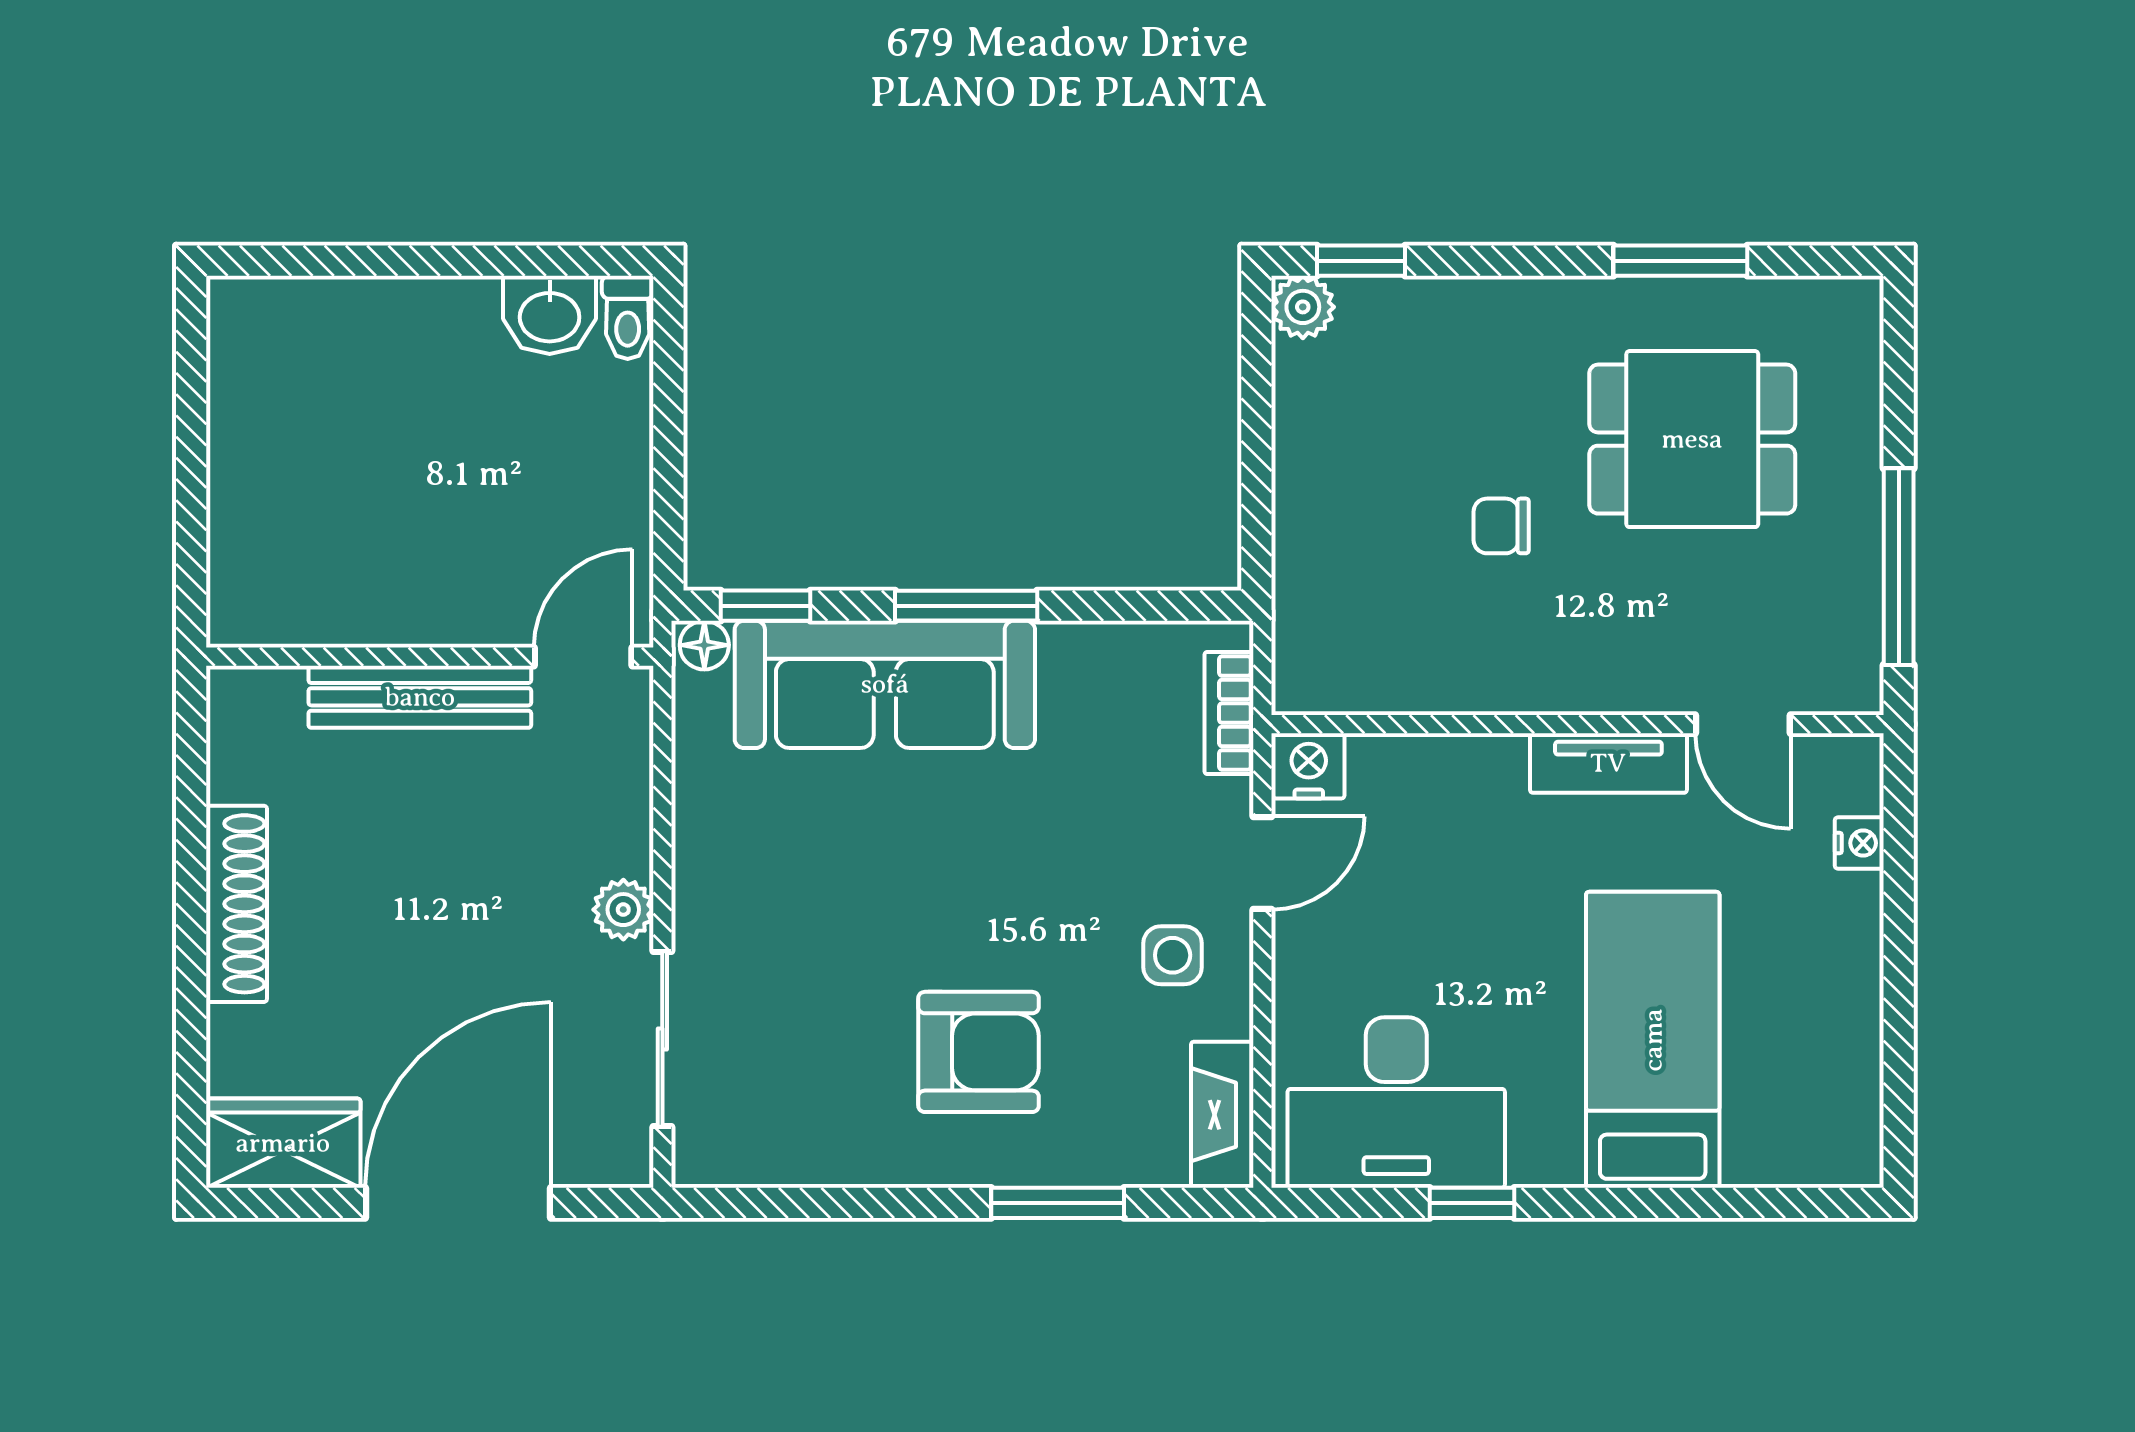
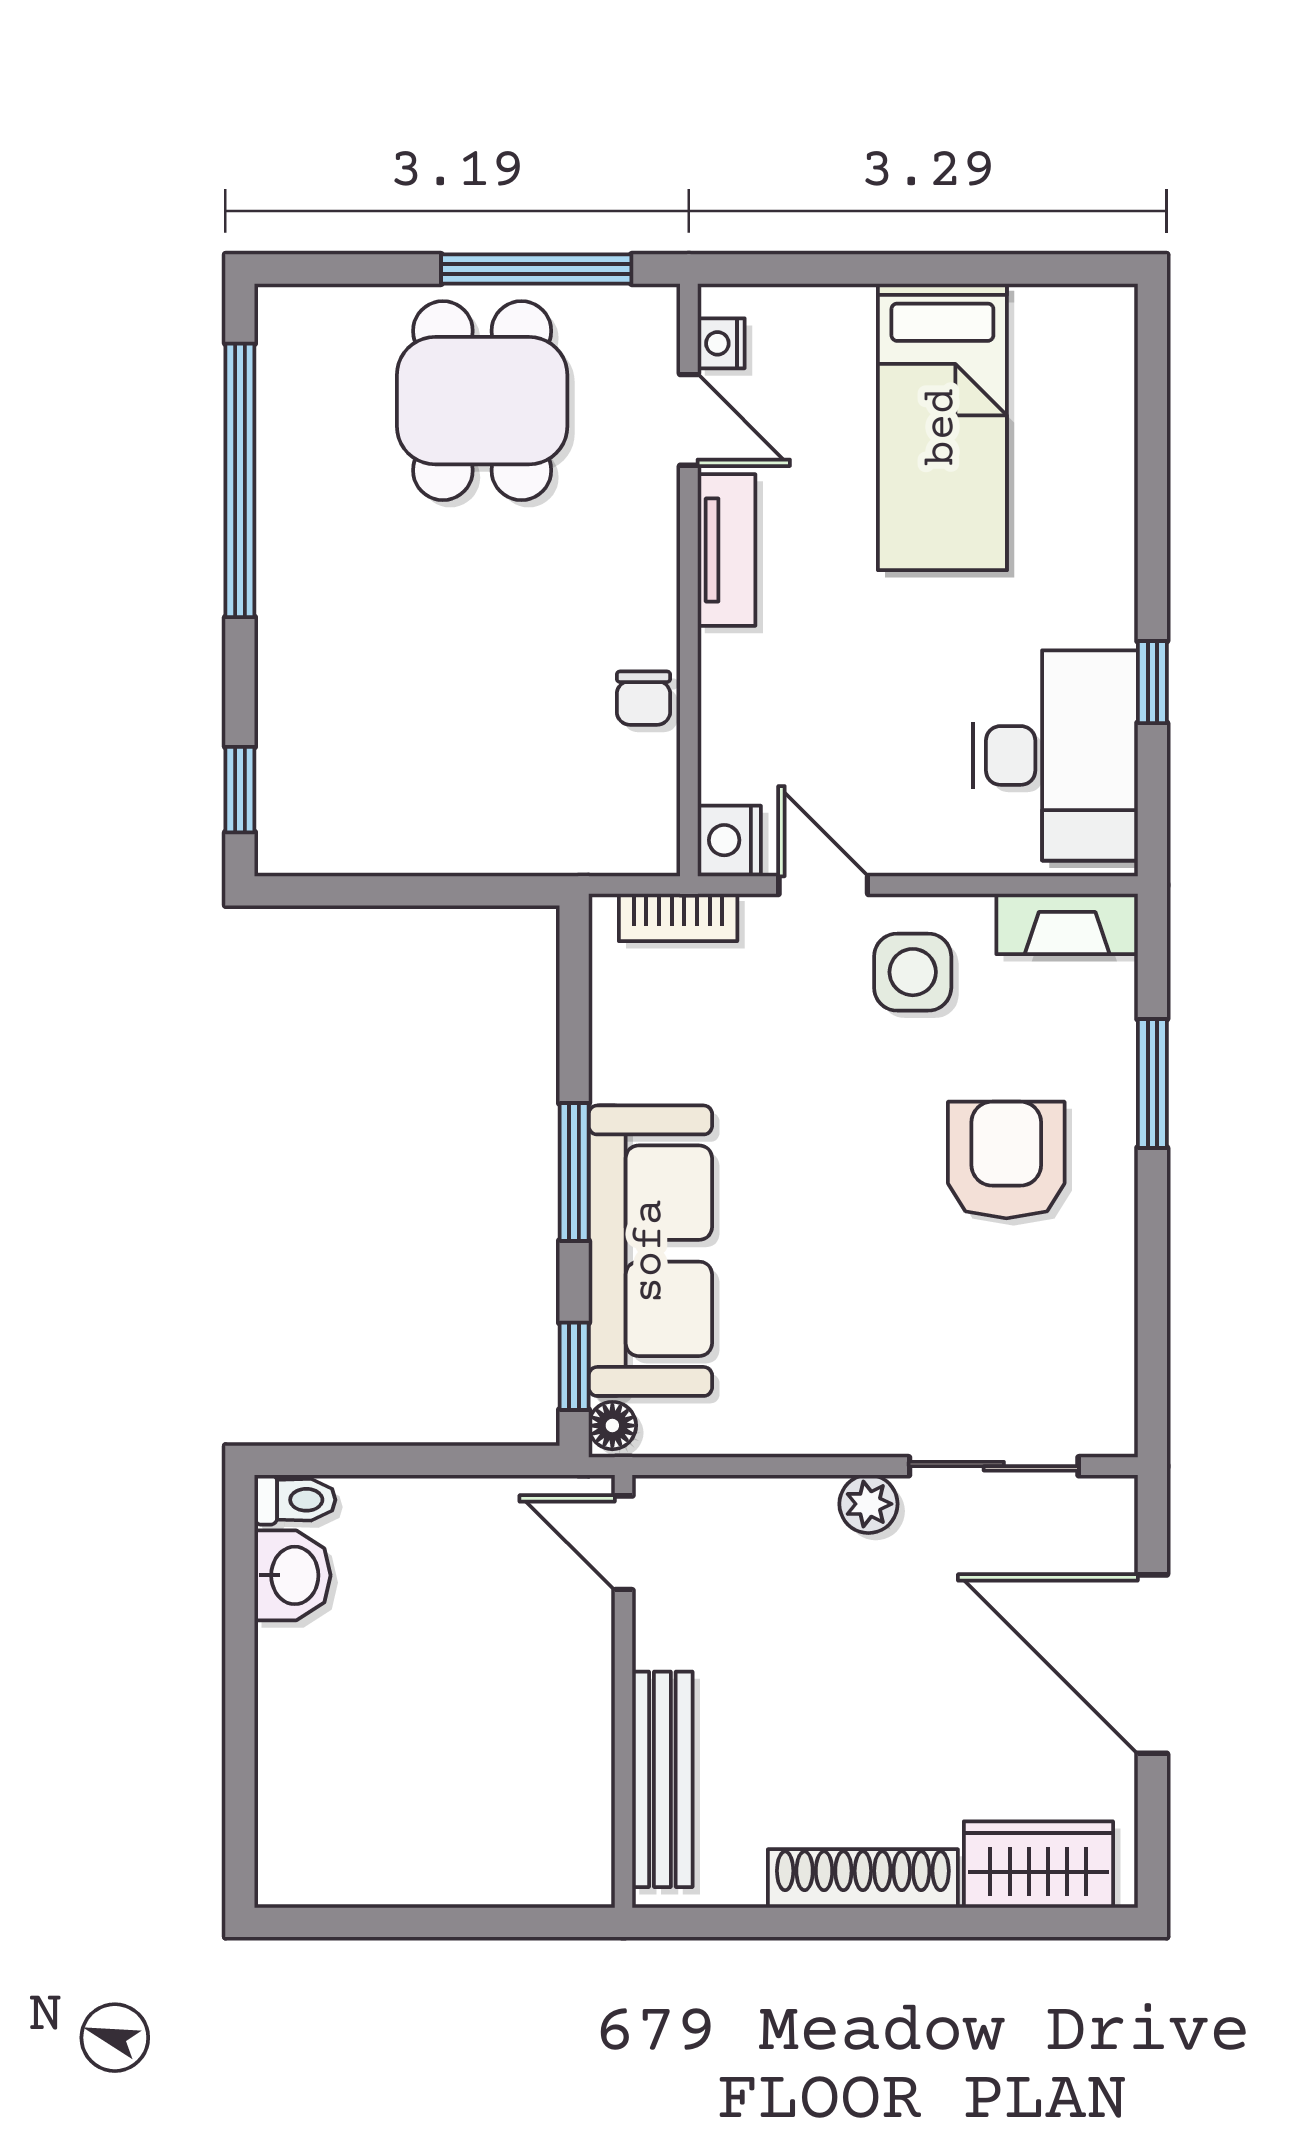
window: (1680, 261) -> (240, 480), width x2.11
plant: (1303, 307) -> (285, 846), removed
dining table: (1692, 439) -> (482, 401), moved
chair: (1501, 526) -> (643, 698), moved
bench: (420, 697) -> (662, 1779), moved
door: (1743, 724) -> (689, 420), hinge flipped
nightstand: (1859, 843) -> (721, 343), moved, turned -90
side table: (1173, 955) -> (913, 972), width x1.37, depth x1.37
bed: (1653, 1040) -> (942, 427), moved, turned -90
wardrobe: (283, 1143) -> (1038, 1865), moved, turned 90

